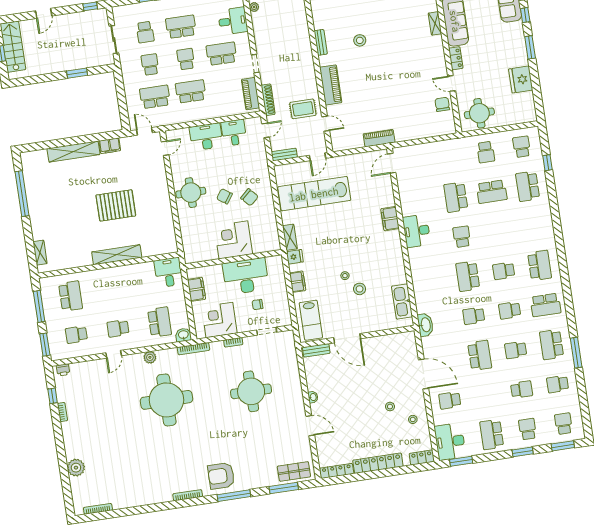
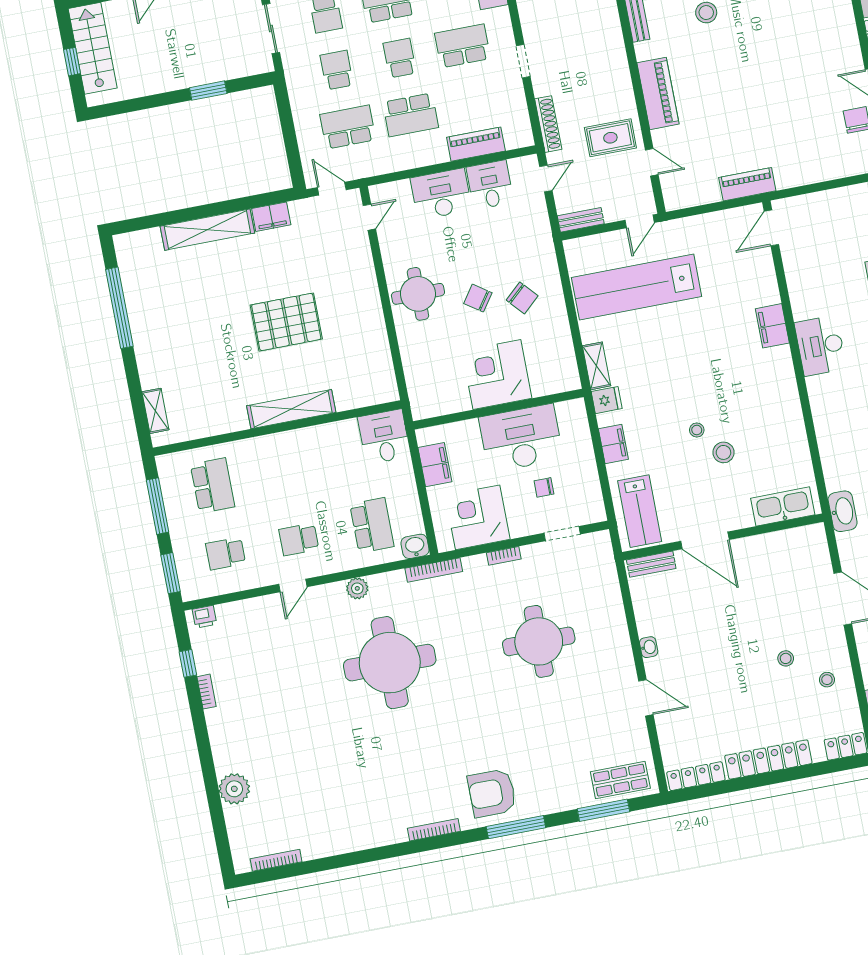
school desk: (191, 91) -> (411, 115), turned 180
piano: (251, 94) -> (476, 144), moved, turned 90
kitchen sink: (402, 302) -> (783, 506), moved, turned 90

